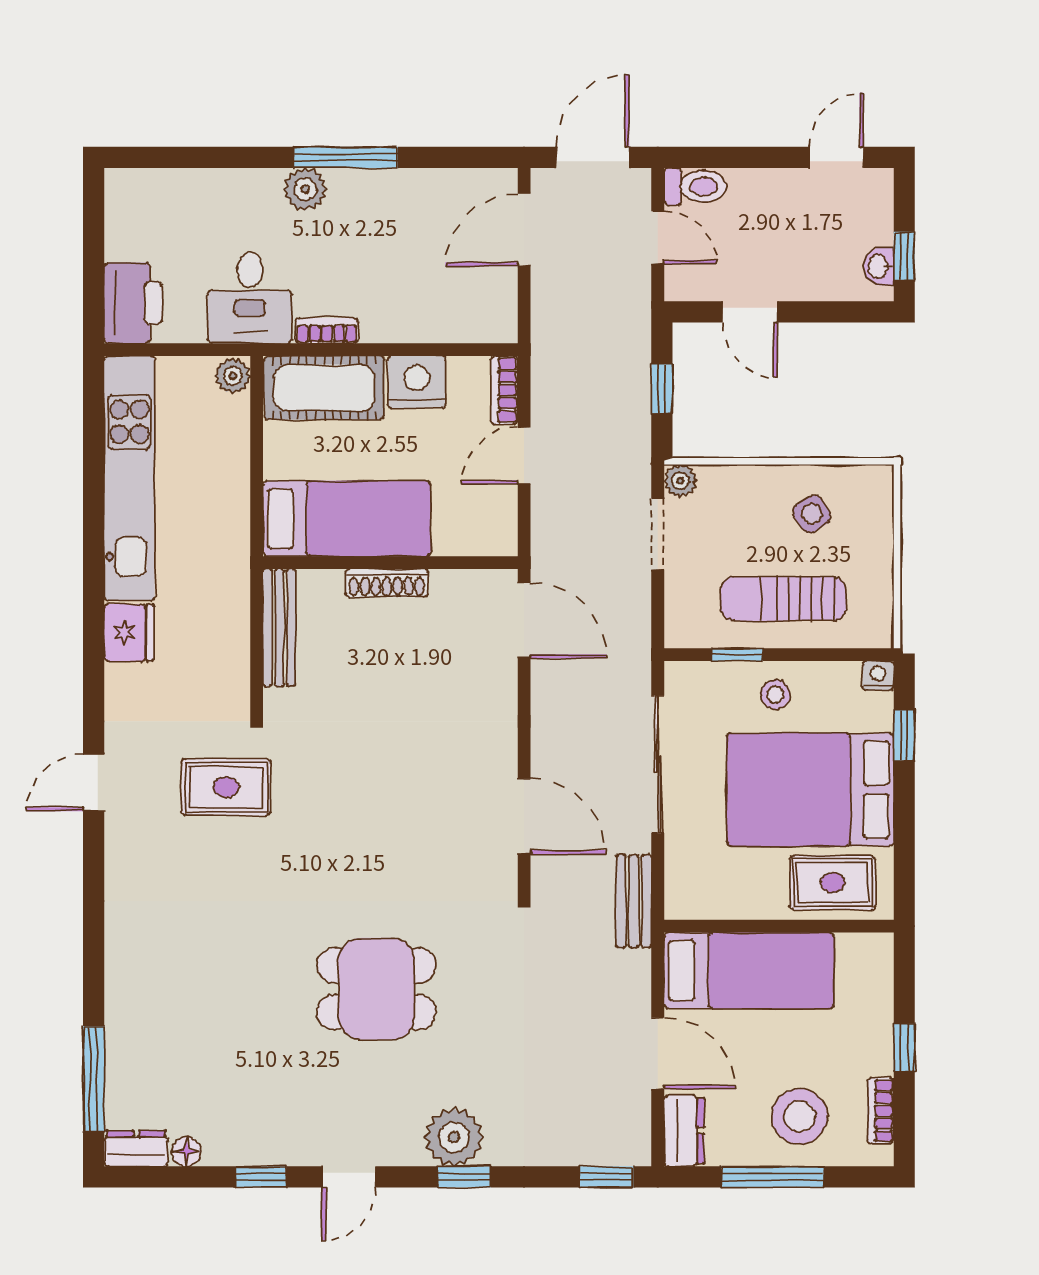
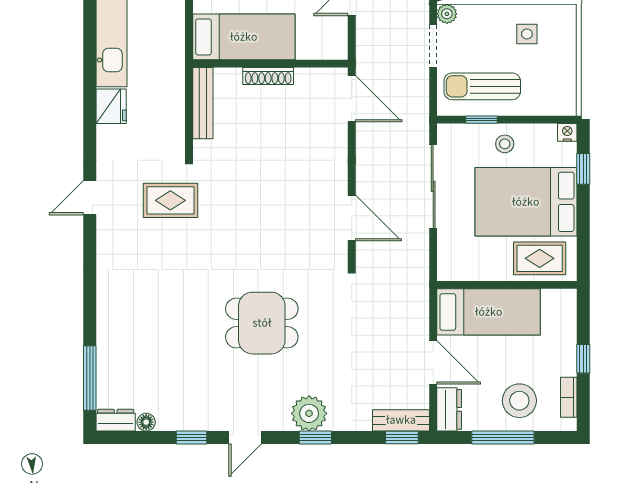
side table: (812, 514) -> (527, 34), turned 33
sun lounger: (783, 599) -> (482, 86), moved
bench: (634, 901) -> (401, 420), moved, turned 90

